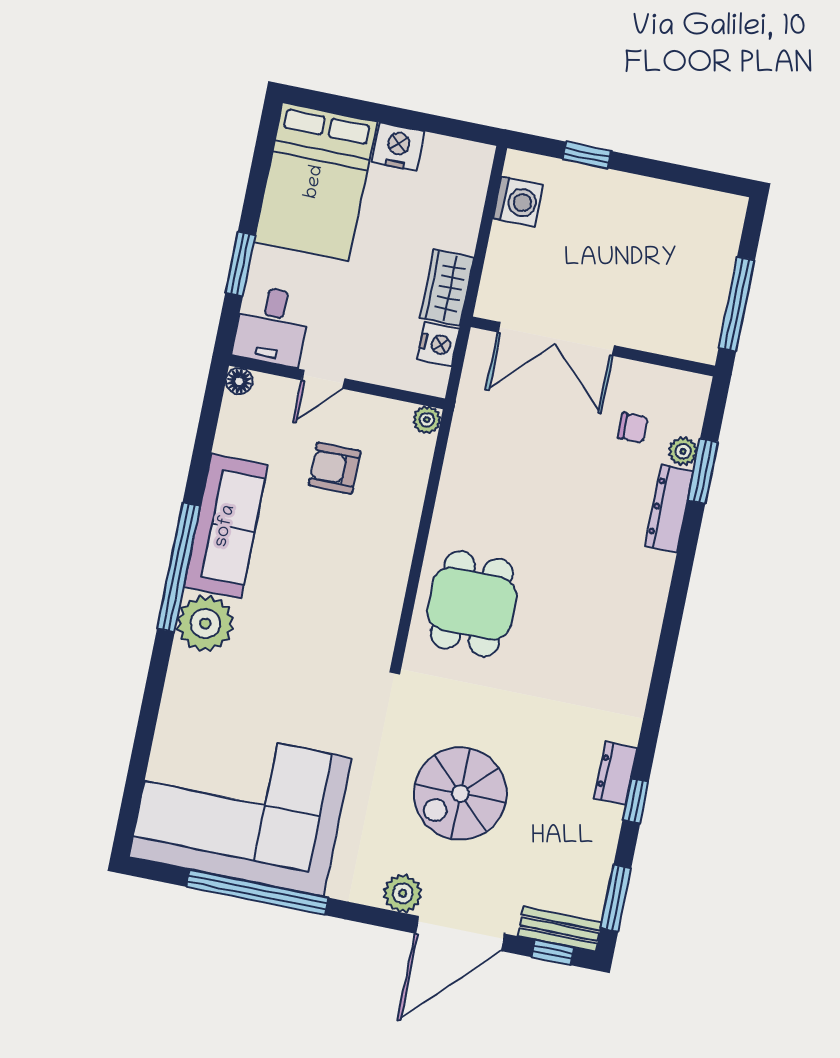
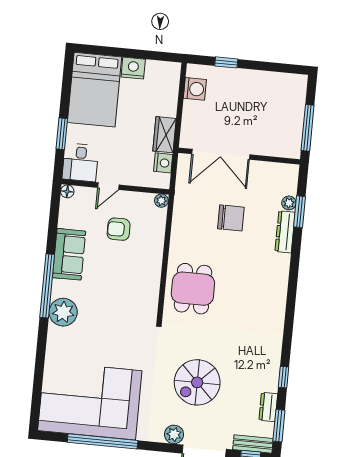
chair: (633, 428) -> (231, 218), moved, width x1.87, depth x1.87
sofa: (226, 526) -> (69, 254), width x0.73
dresser: (616, 773) -> (268, 407), moved

